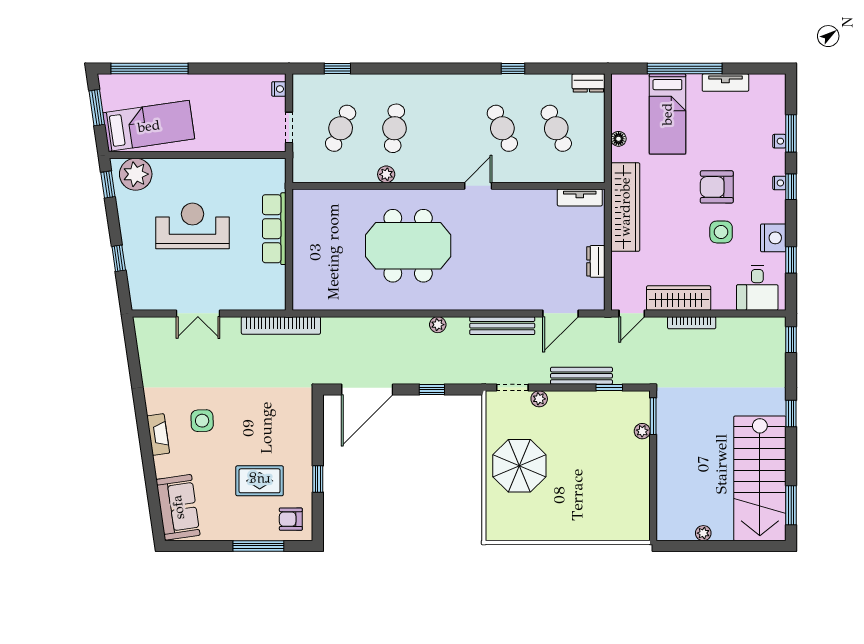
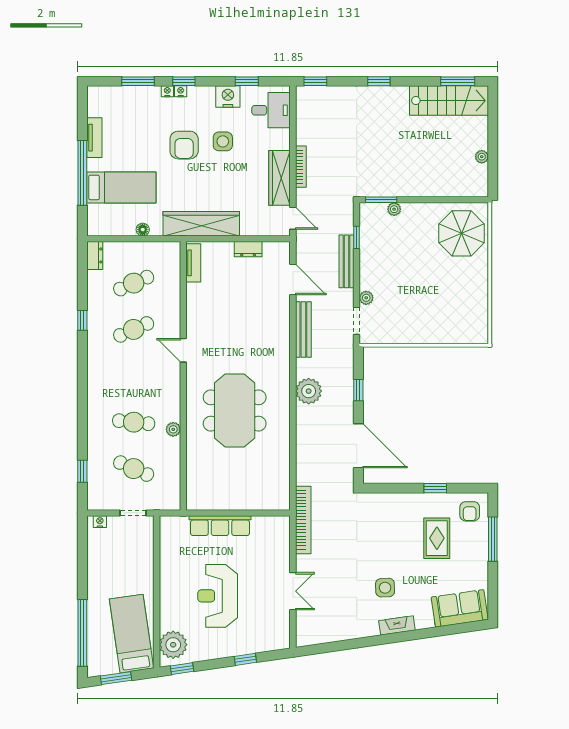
nightstand: (779, 141) -> (167, 91), moved
plant: (438, 325) -> (309, 391), width x1.87, depth x1.87
parasol: (519, 466) -> (462, 233), moved
stairs: (760, 478) -> (449, 101), width x0.73, depth x0.66

